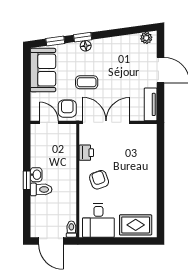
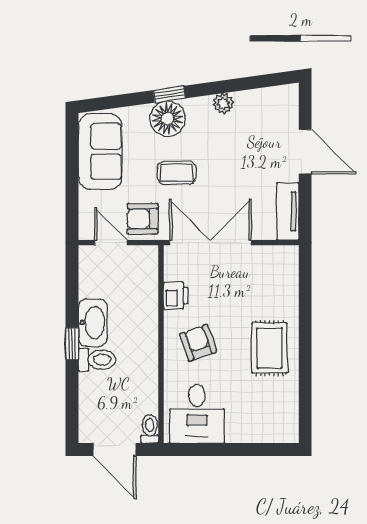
plant: (146, 38) -> (223, 103), moved
window: (55, 41) -> (122, 101), removed
floor lamp: (86, 46) -> (168, 119), width x1.89, depth x1.89
armchair: (67, 109) -> (143, 219), turned -90
washbasin: (36, 175) -> (93, 323), width x1.91, depth x1.45
rug: (136, 225) -> (269, 348), moved, turned 90

